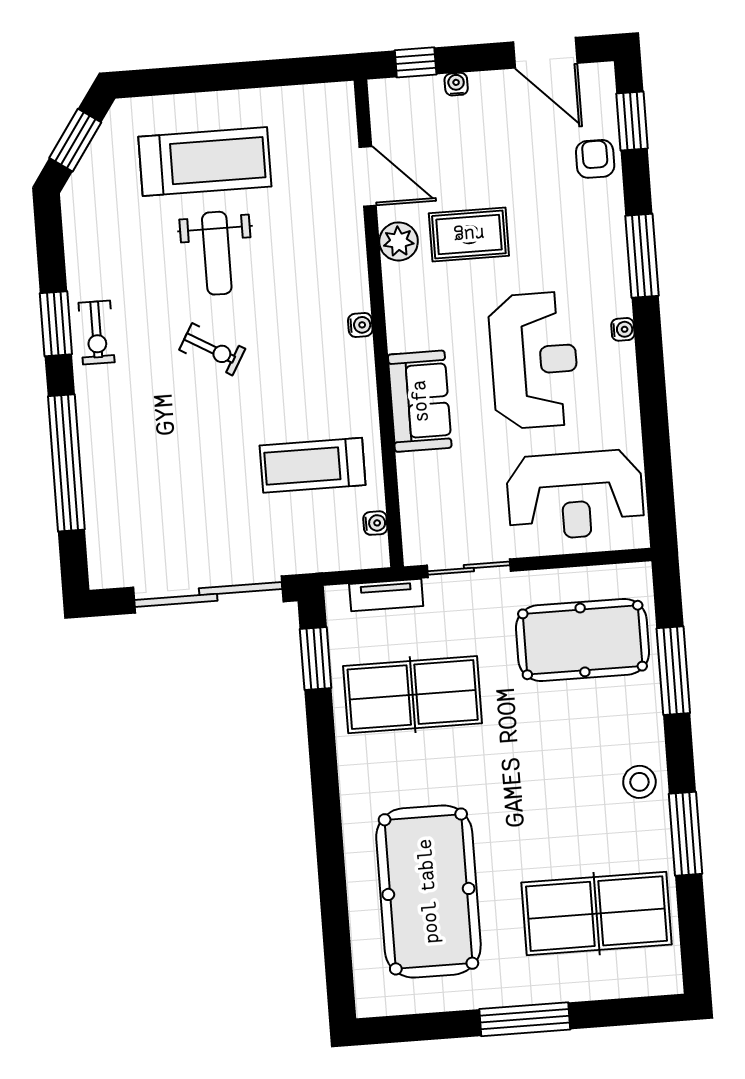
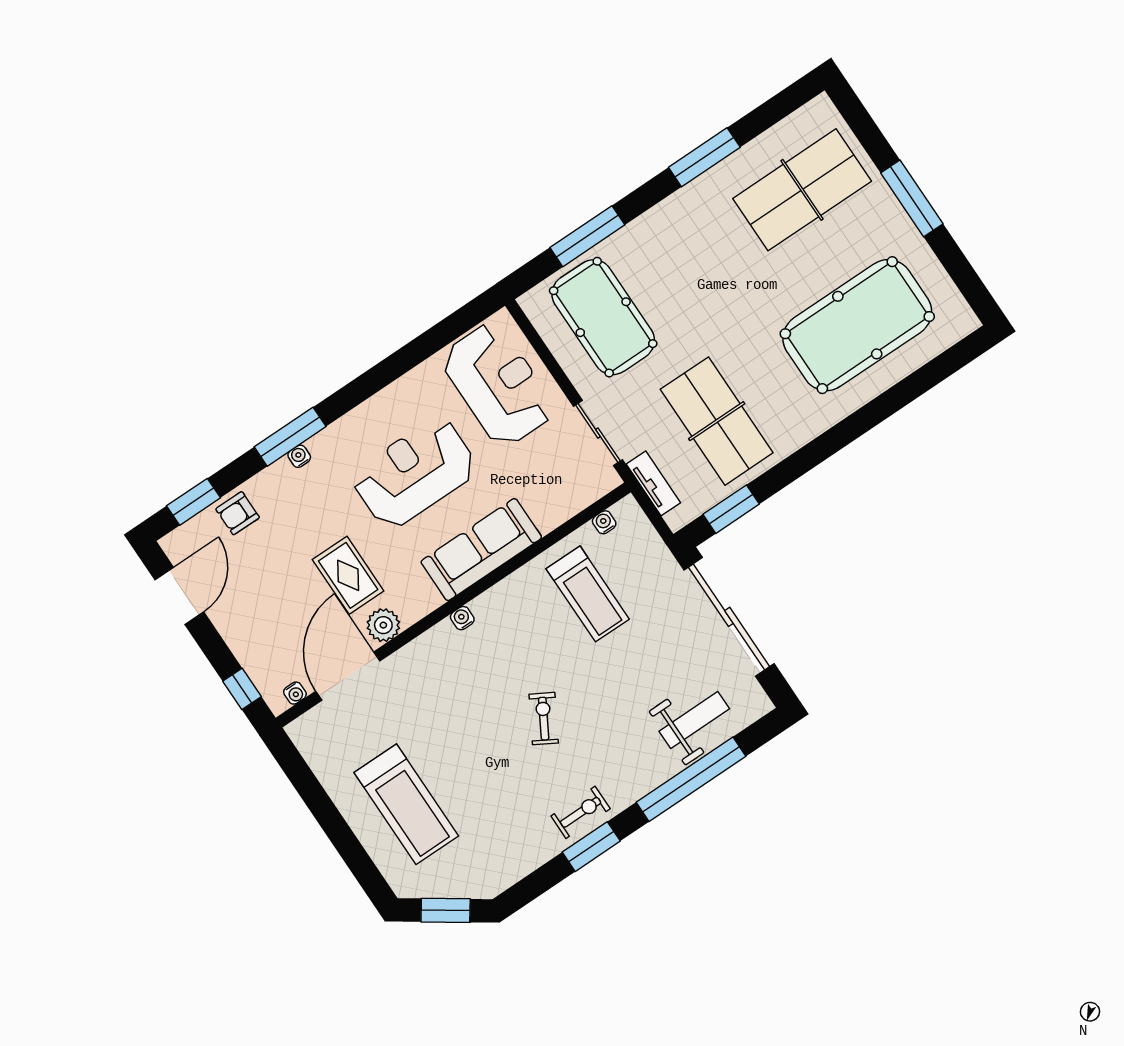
water cooler: (456, 84) -> (295, 693), moved, turned -90
treadmill: (205, 162) -> (406, 804), turned 180
door: (368, 176) -> (348, 676), width x1.36
weight bench: (217, 253) -> (694, 720), moved
water cooler: (623, 329) -> (299, 456), moved
sofa: (420, 401) -> (481, 550), width x1.36
stool: (639, 782) -> (685, 214), removed
table tennis table: (597, 914) -> (802, 190), turned 90

